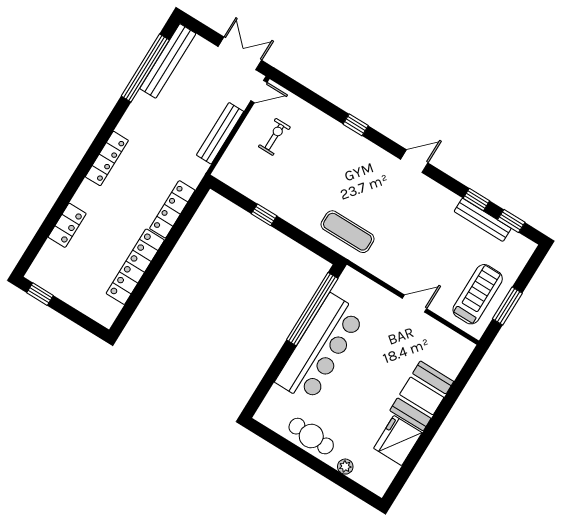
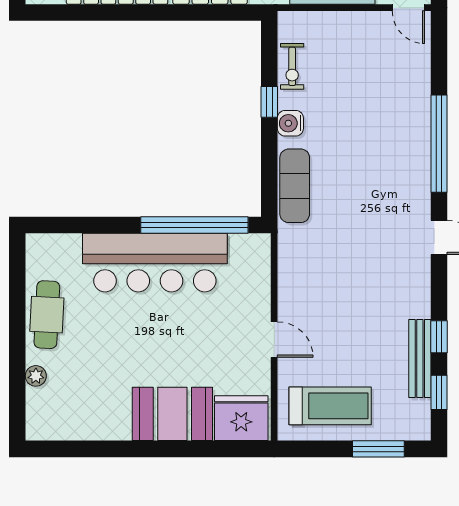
window: (356, 125) -> (439, 144), width x3.17
exercise bike: (274, 137) -> (292, 66), moved, turned 90
water cooler: (286, 210) -> (290, 123), added
exercise mat: (348, 232) -> (295, 186), moved
window: (507, 306) -> (378, 449), moved
fridge: (398, 441) -> (241, 418), moved

